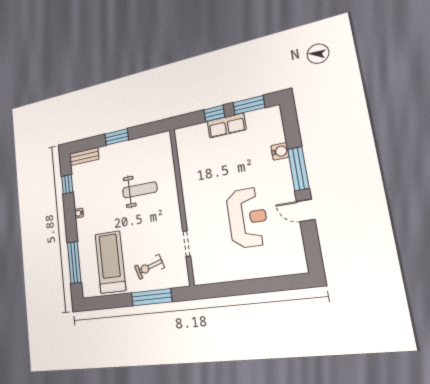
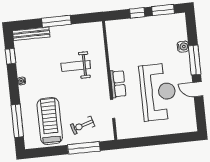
row of seats: (227, 126) -> (118, 84), moved, turned -90
window: (117, 137) -> (56, 21), width x1.44
bench: (84, 157) -> (31, 34), width x1.36
weight bench: (140, 190) -> (76, 66), turned 180
reception desk: (247, 218) -> (158, 92), width x1.36, depth x1.30

